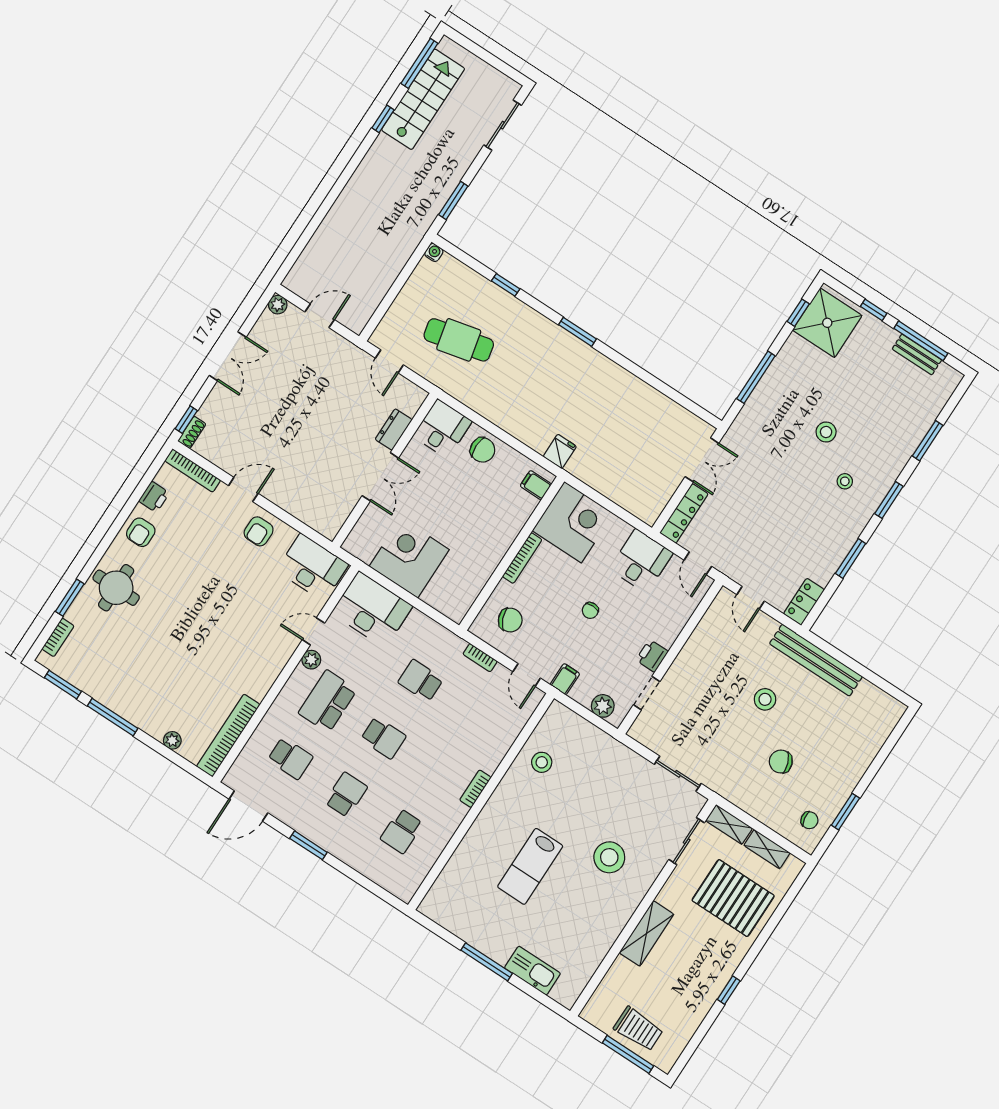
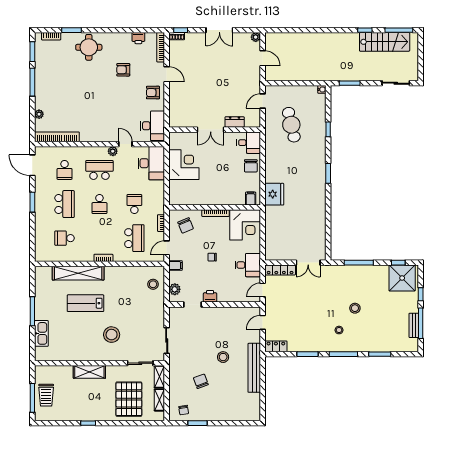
fridge: (560, 451) -> (274, 194), width x1.88, depth x1.34
window: (889, 500) -> (343, 354), width x1.44
armchair: (141, 532) -> (123, 70), moved
school desk: (476, 717) -> (134, 238), added
stool: (542, 762) -> (153, 284), moved
school desk: (346, 795) -> (65, 204), width x1.85
shelving: (473, 846) -> (78, 273), added

